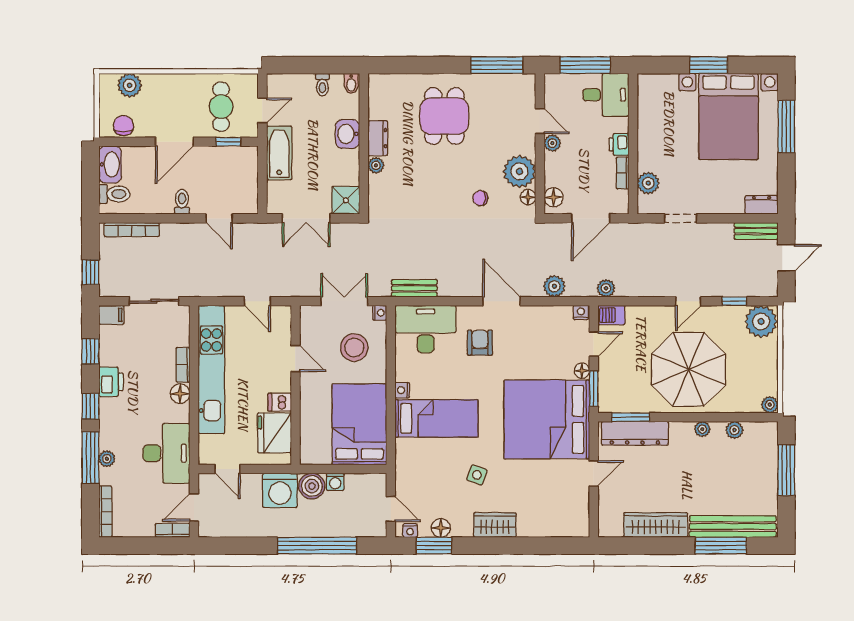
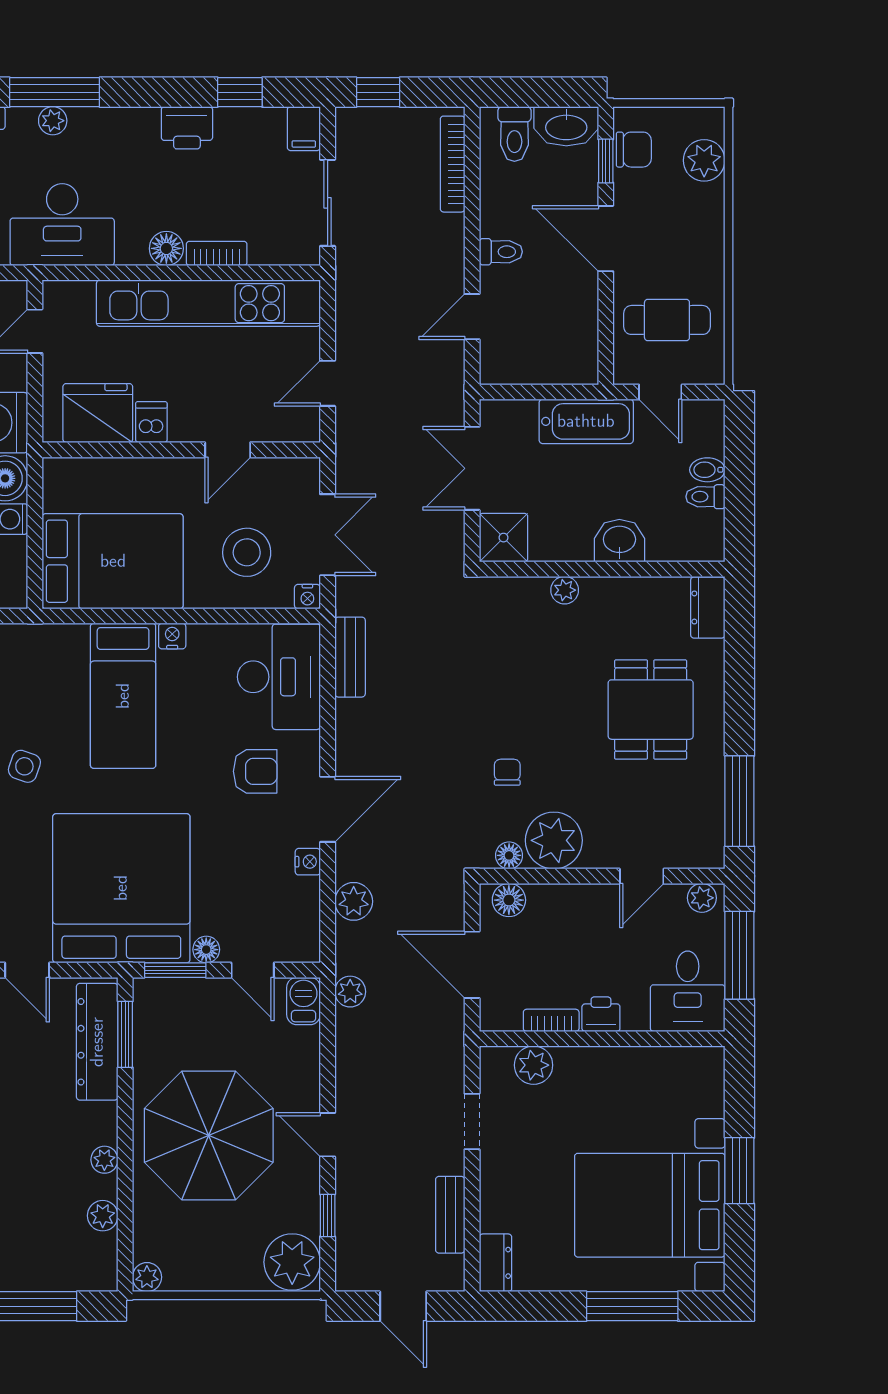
bidet: (351, 84) -> (707, 470), moved
dining table: (444, 116) -> (651, 710), turned 90
dresser: (378, 138) -> (708, 608), moved, turned 90
window: (228, 142) -> (606, 161), moved
plant: (552, 143) -> (702, 898), moved
bench: (756, 231) -> (450, 1215), moved
nightstand: (581, 313) -> (308, 862), moved
window: (90, 406) -> (144, 92), removed

